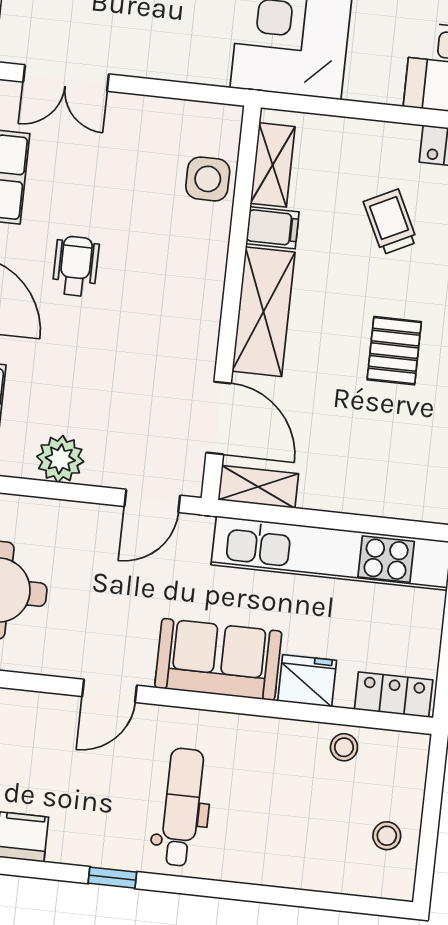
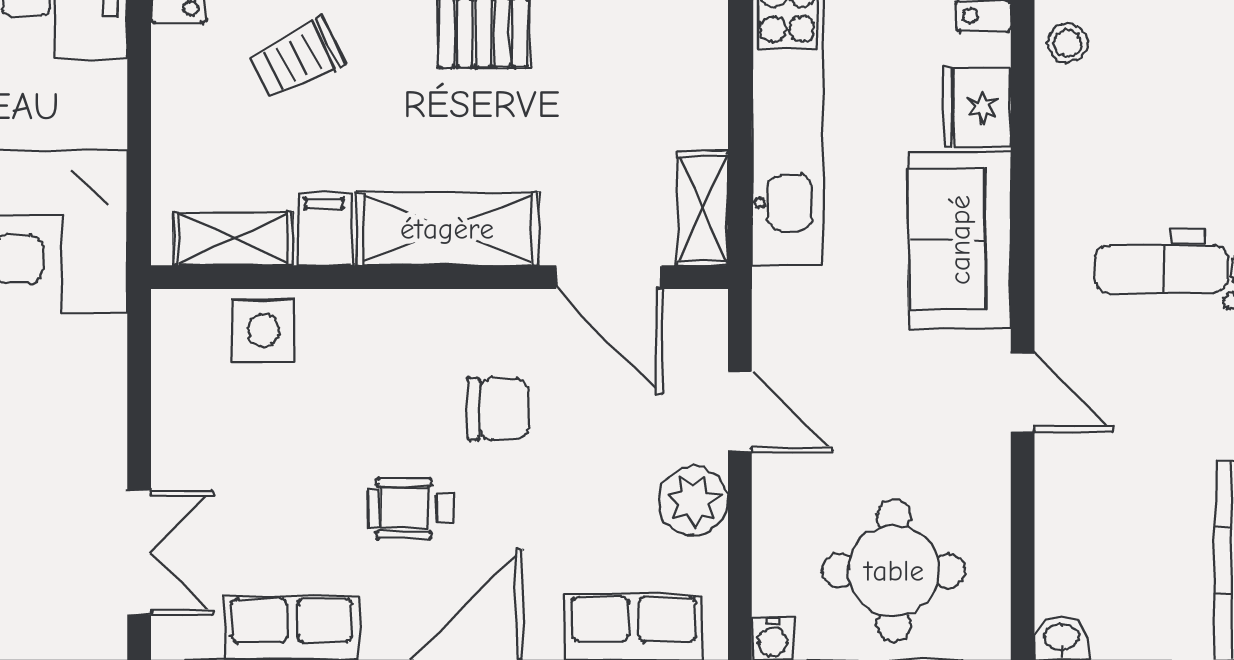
chair: (137, 333) -> (498, 409), added
door: (219, 418) -> (609, 277), swing flipped
door: (152, 501) -> (740, 411), moved

